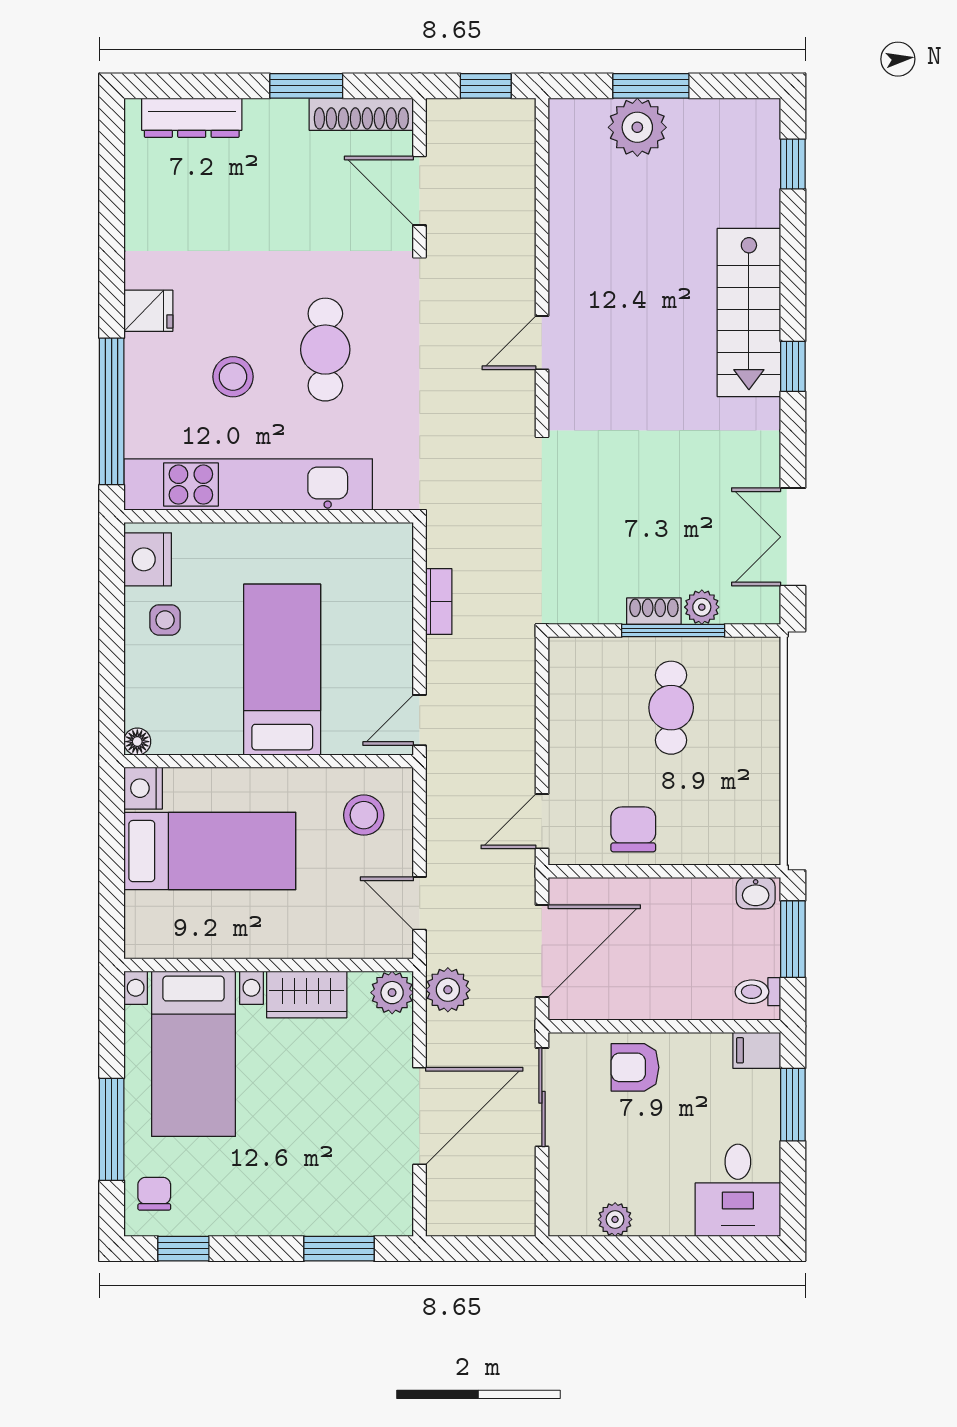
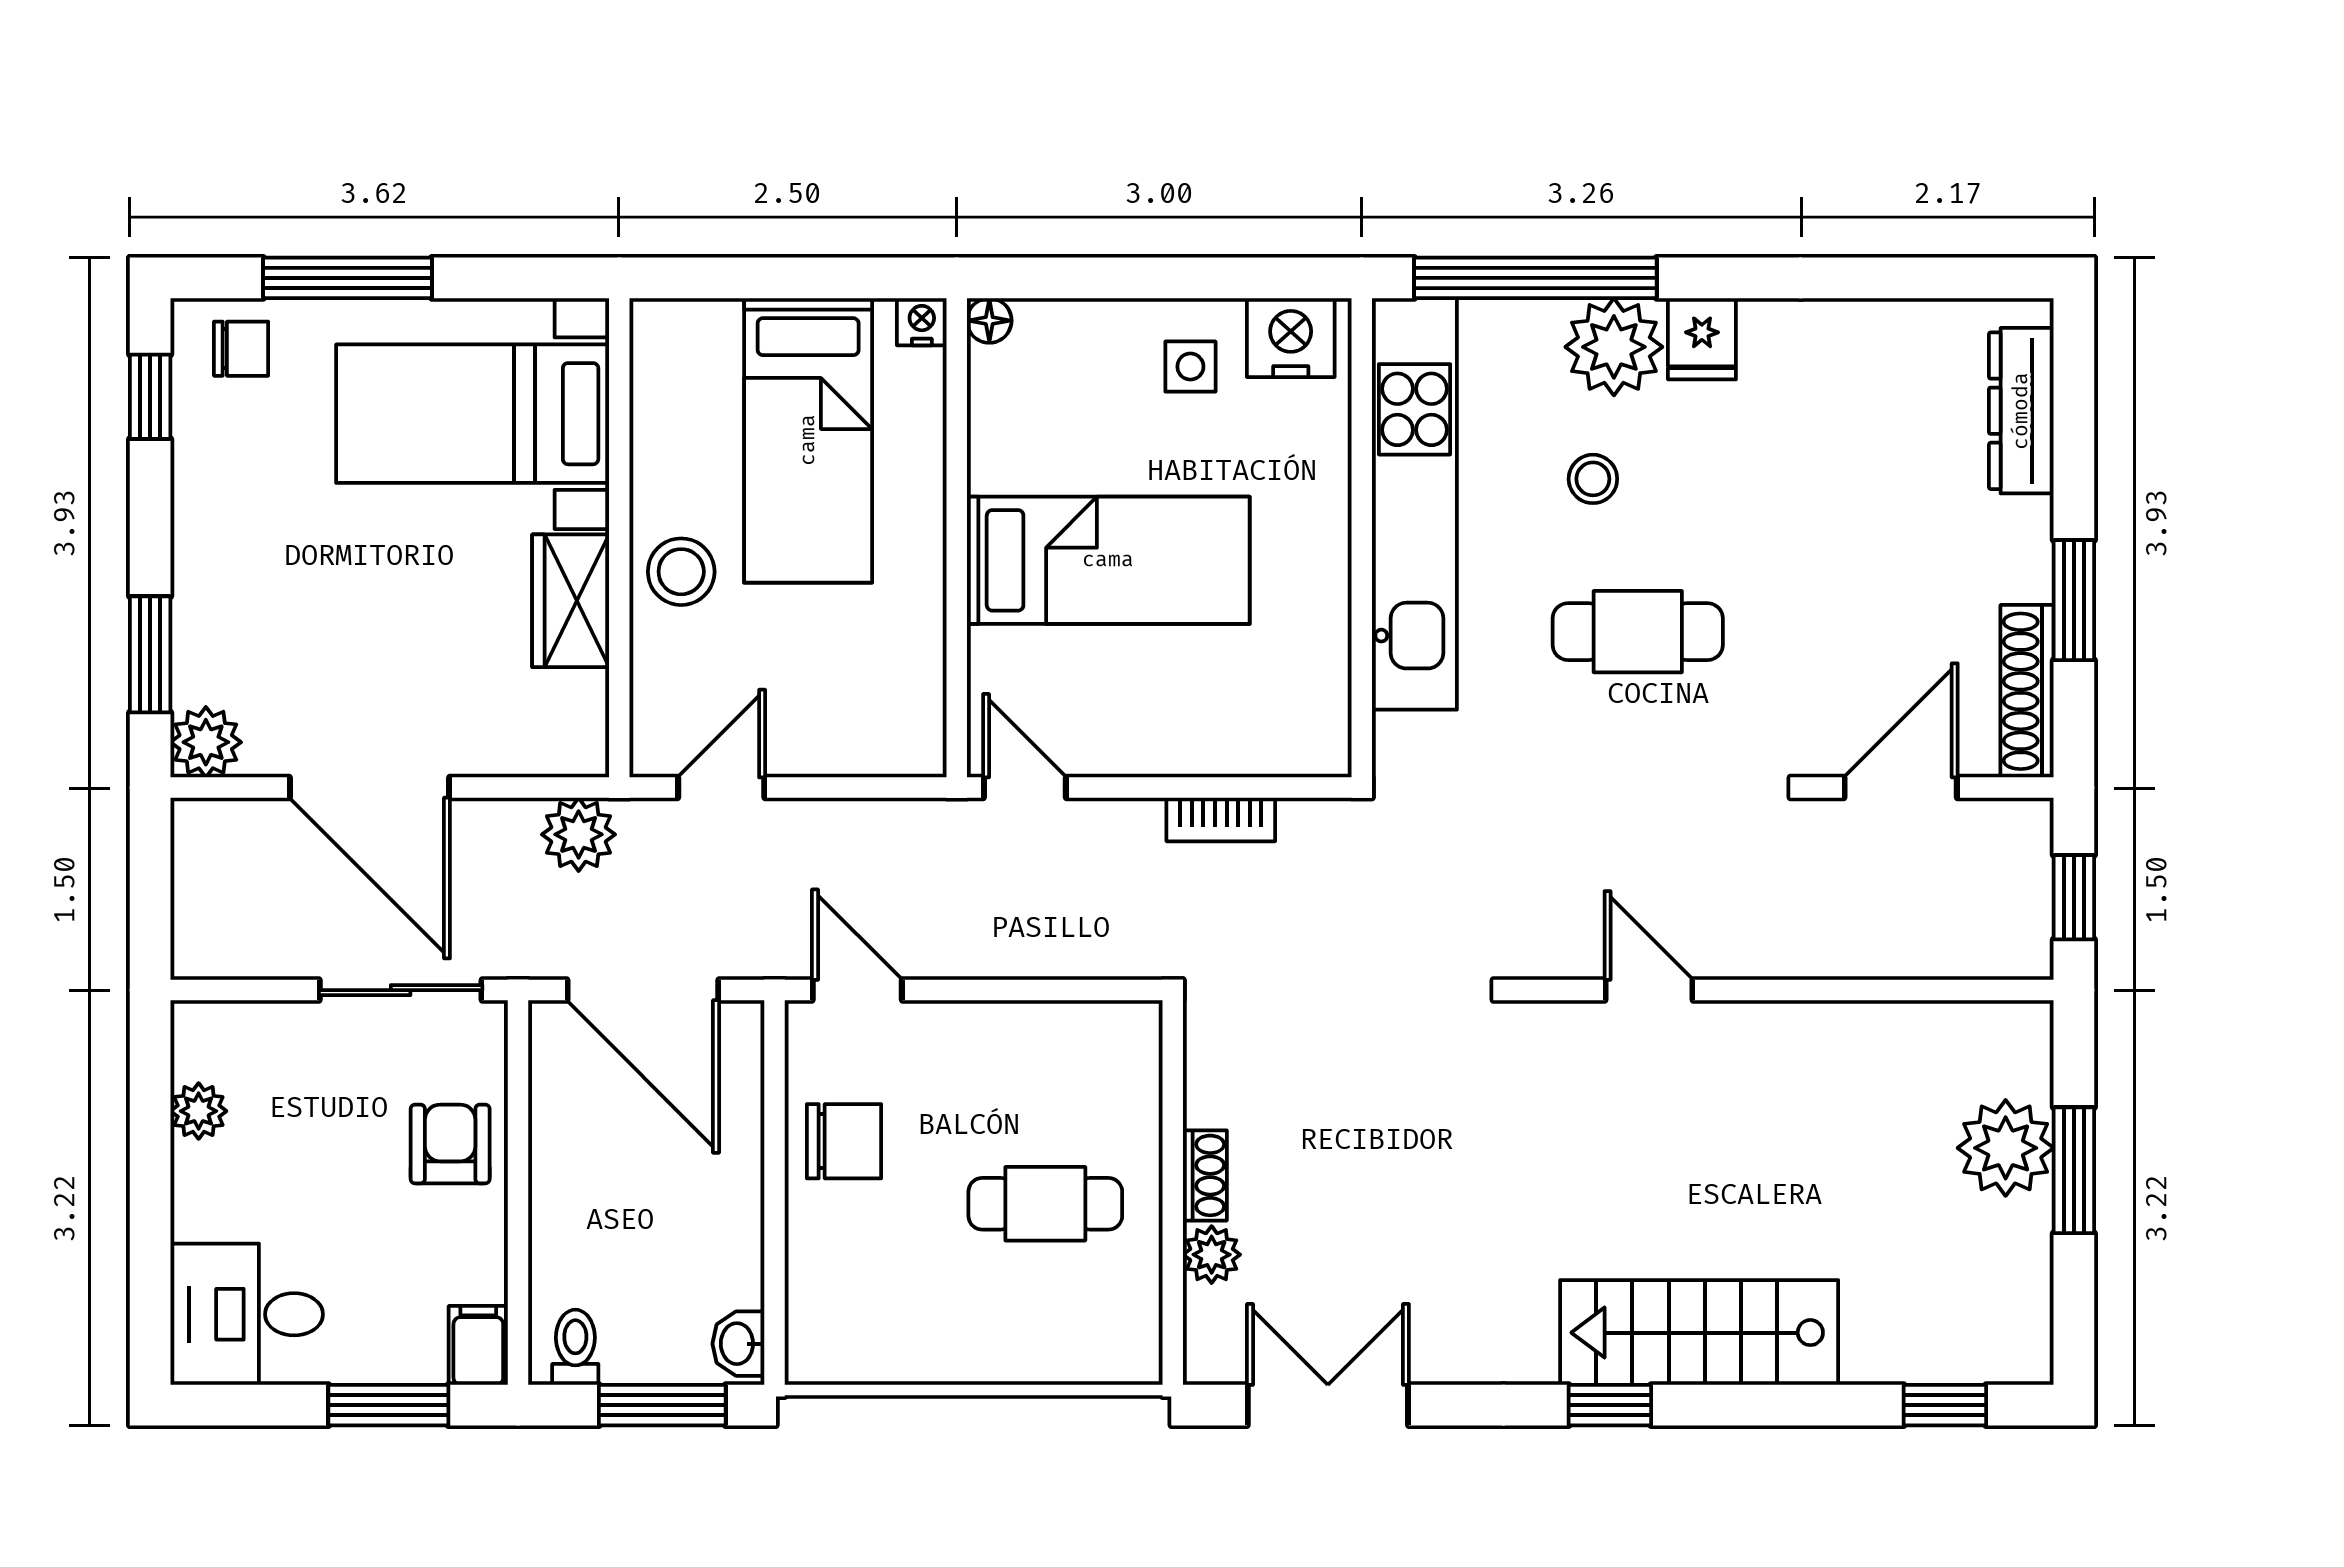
plant: (153, 364) -> (1614, 347), added
stool: (233, 377) -> (1593, 479), width x0.73, depth x0.73
window: (673, 631) -> (1173, 1207), removed
nightstand: (143, 788) -> (922, 322), width x0.72, depth x0.74
stool: (364, 815) -> (681, 572), moved
plant: (392, 993) -> (206, 742), moved

